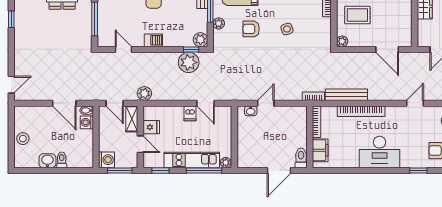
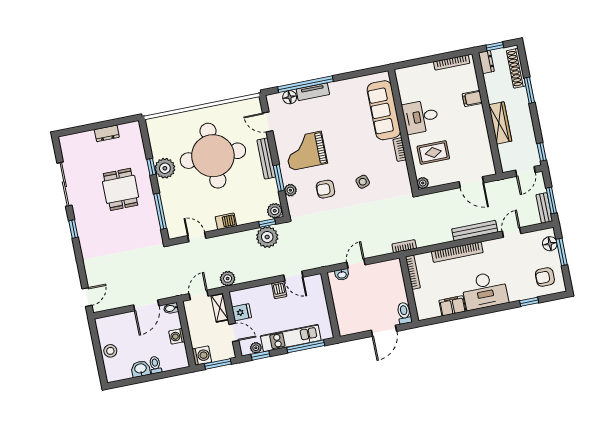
bench: (346, 95) -> (475, 231), moved
door: (64, 103) -> (146, 305), hinge flipped
door: (115, 103) -> (199, 295), swing flipped
washing machine: (87, 122) -> (177, 336), moved
filing cabinet: (320, 150) -> (452, 306), moved, turned -90
plant: (226, 163) -> (256, 348), moved

